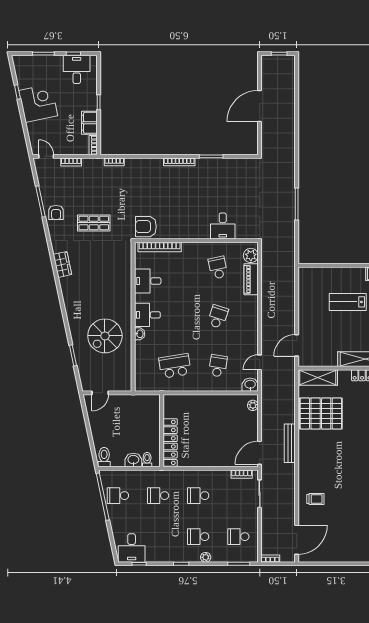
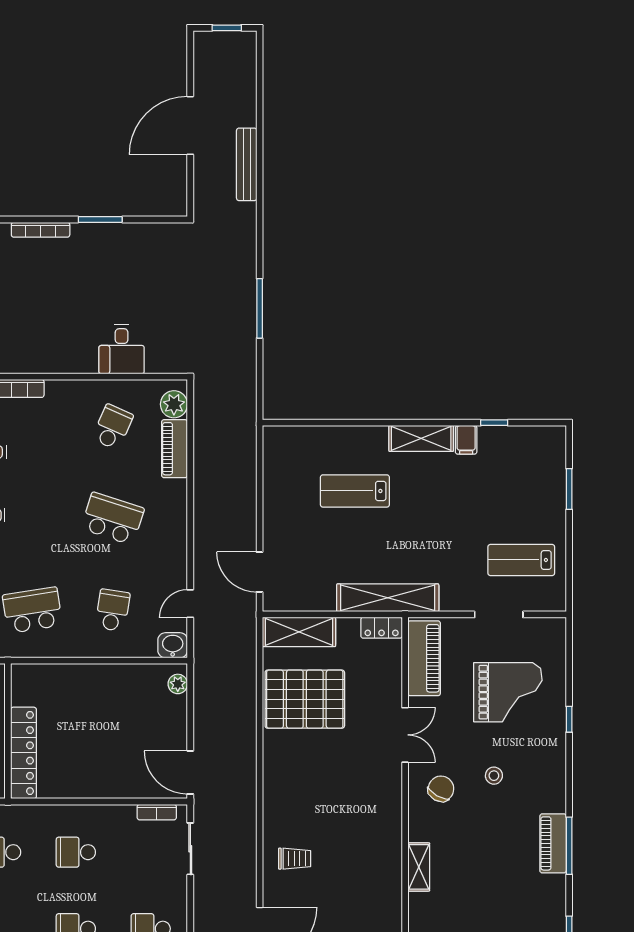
school desk: (218, 268) -> (113, 427), turned 36
school desk: (218, 317) -> (113, 519), width x1.85
door: (297, 345) -> (260, 572), hinge flipped
bench: (290, 443) -> (247, 164), moved
door: (260, 453) -> (190, 772), hinge flipped

